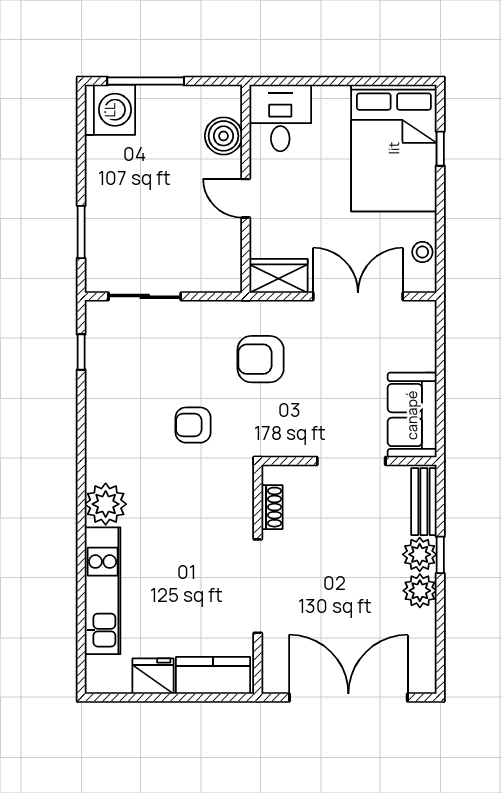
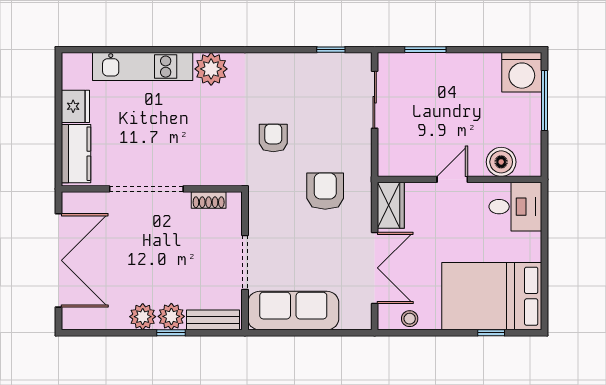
sofa: (412, 415) -> (293, 311), width x1.36

